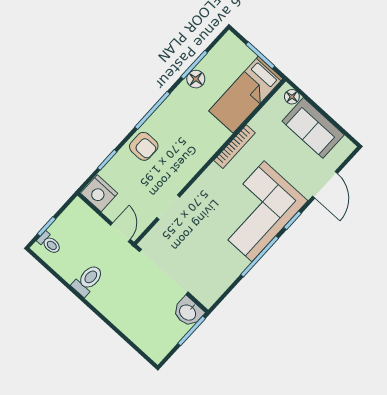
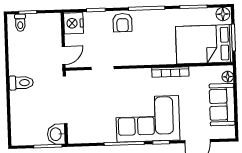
floor lamp: (196, 79) -> (223, 14), moved
bed: (246, 95) -> (204, 44), width x1.50
toilet: (88, 280) -> (21, 83), moved

